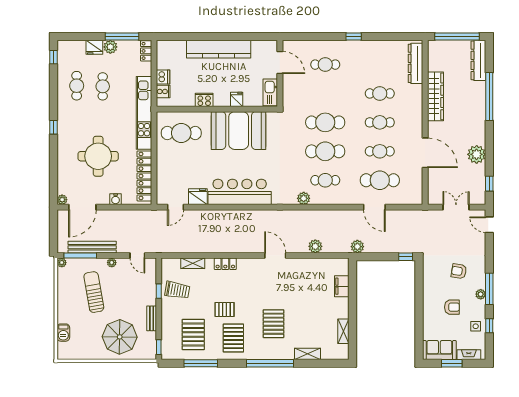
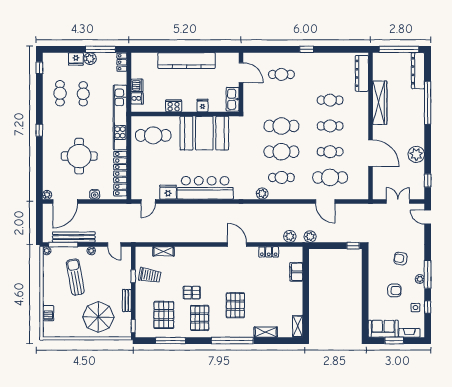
plant: (315, 246) -> (290, 236), moved
locker: (225, 264) -> (269, 252), moved
shelving: (343, 331) -> (298, 326), moved

